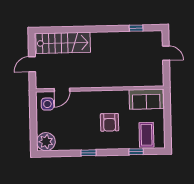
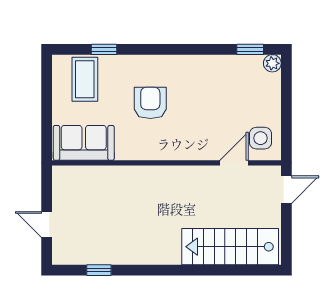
door: (32, 64) -> (286, 190), moved
plant: (46, 142) -> (272, 63), width x0.53, depth x0.53
window: (89, 153) -> (250, 49), moved

